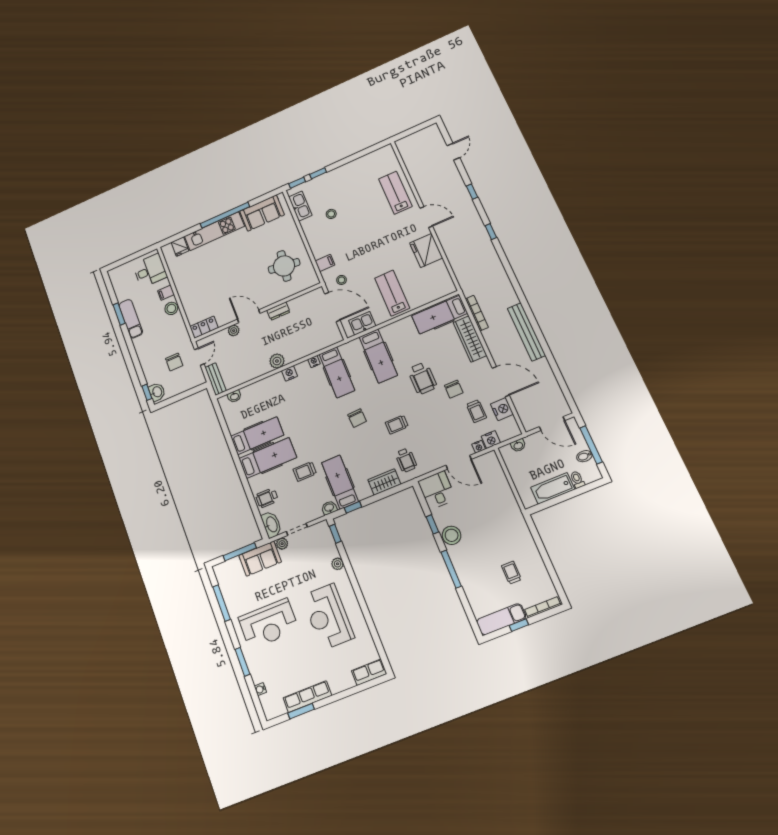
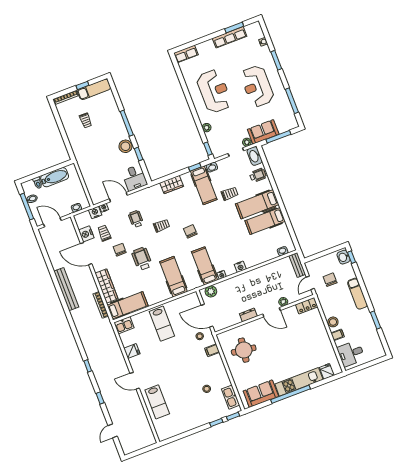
fridge: (426, 250) -> (132, 351), width x0.53, depth x0.75
exam couch: (131, 319) -> (357, 294), moved
kitchen sink: (362, 323) -> (124, 325), moved
plant: (277, 361) -> (211, 291), moved
wheelchair: (406, 460) -> (136, 219), moved
reception desk: (268, 624) -> (257, 86), turned -90

